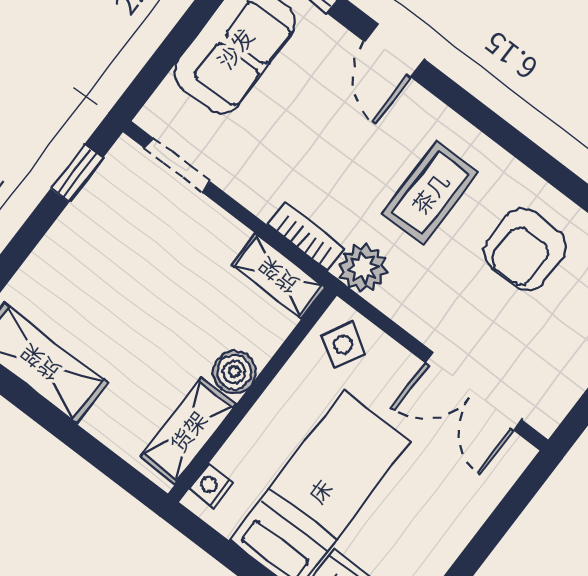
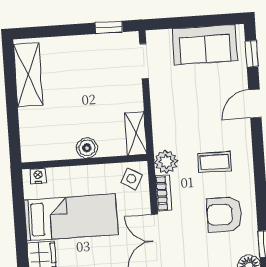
coffee table: (430, 193) -> (215, 162), width x0.73, depth x0.77
bookcase: (306, 236) -> (164, 193), moved
shelving: (188, 431) -> (51, 150), removed

